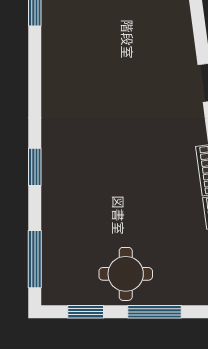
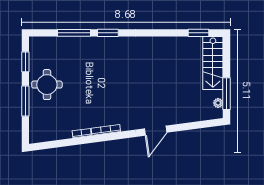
window: (35, 259) -> (74, 33), moved

